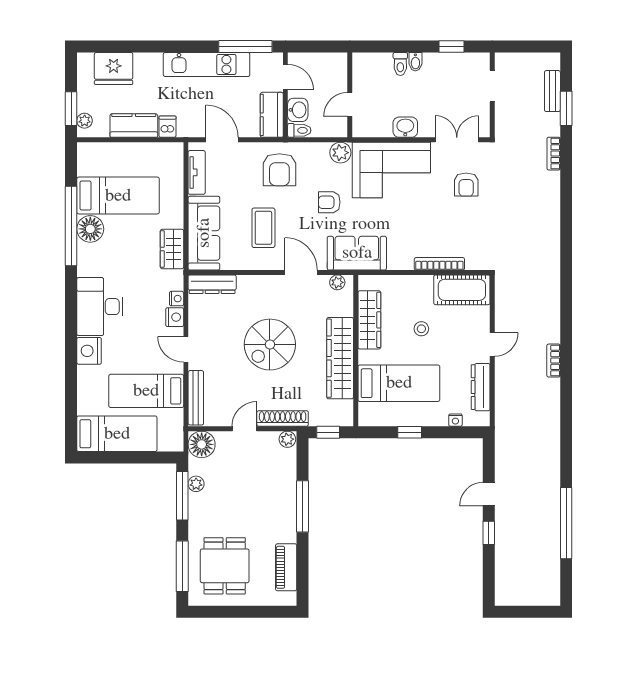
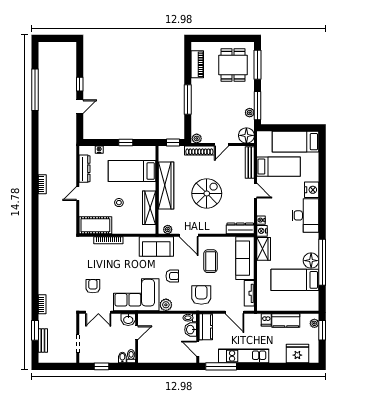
wall: (350, 95) -> (137, 338), moved
door: (350, 104) -> (137, 333), moved
nightstand: (175, 317) -> (262, 231), moved

